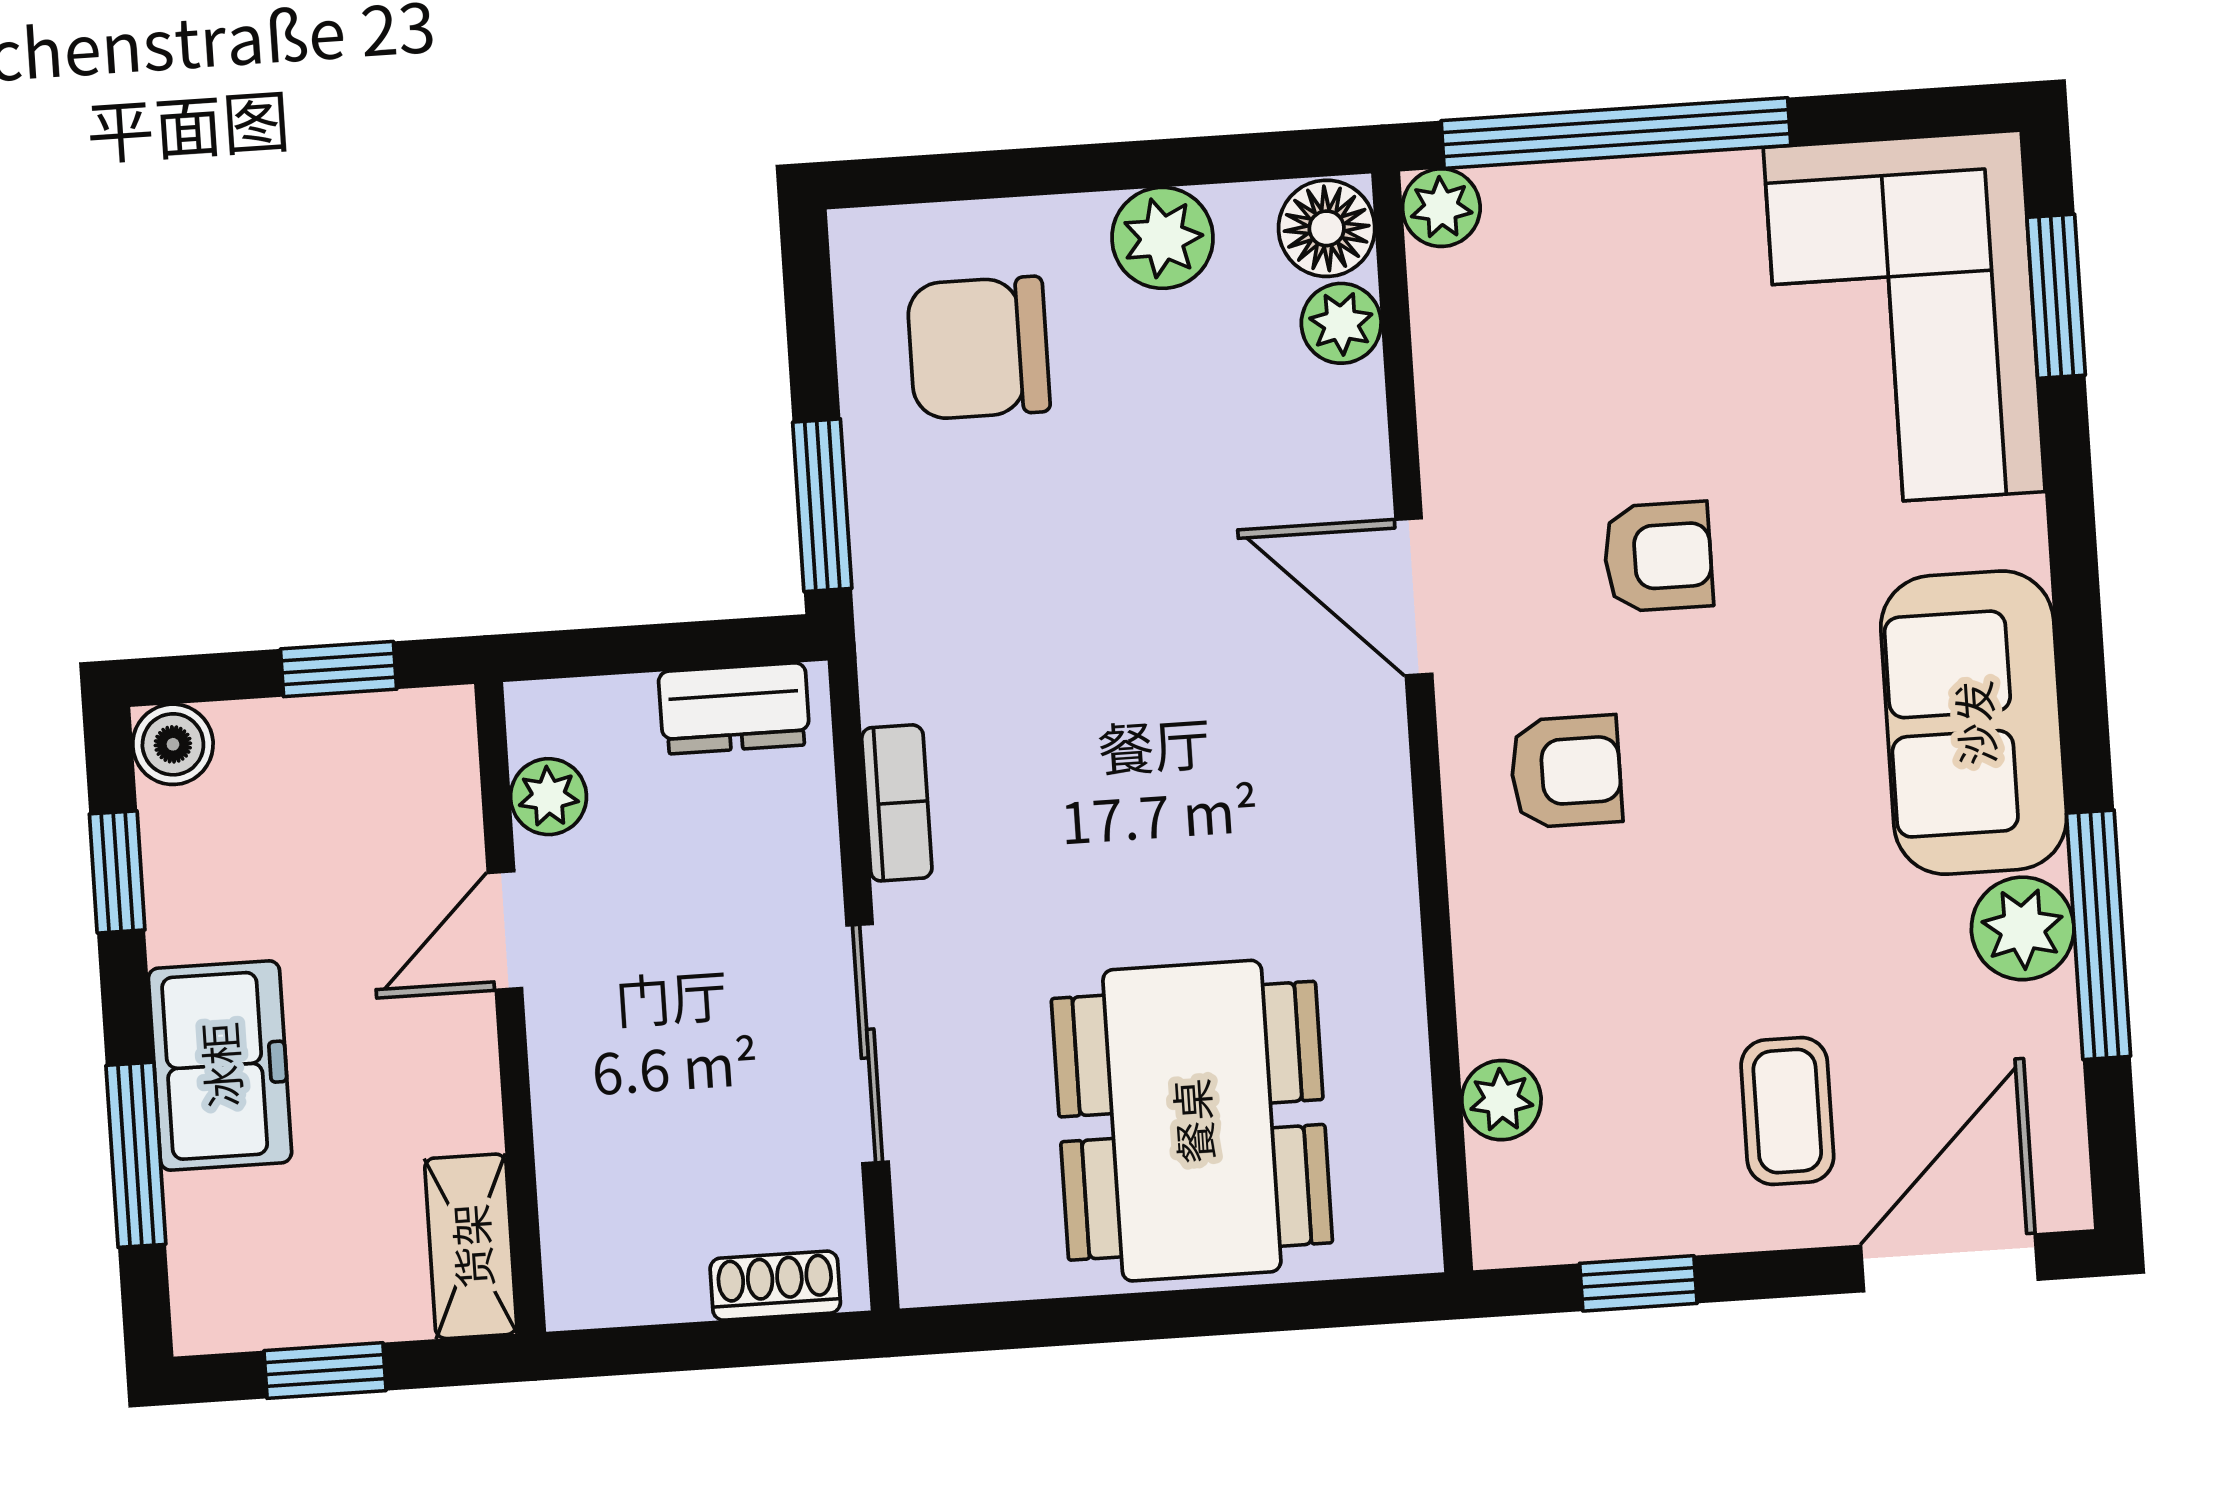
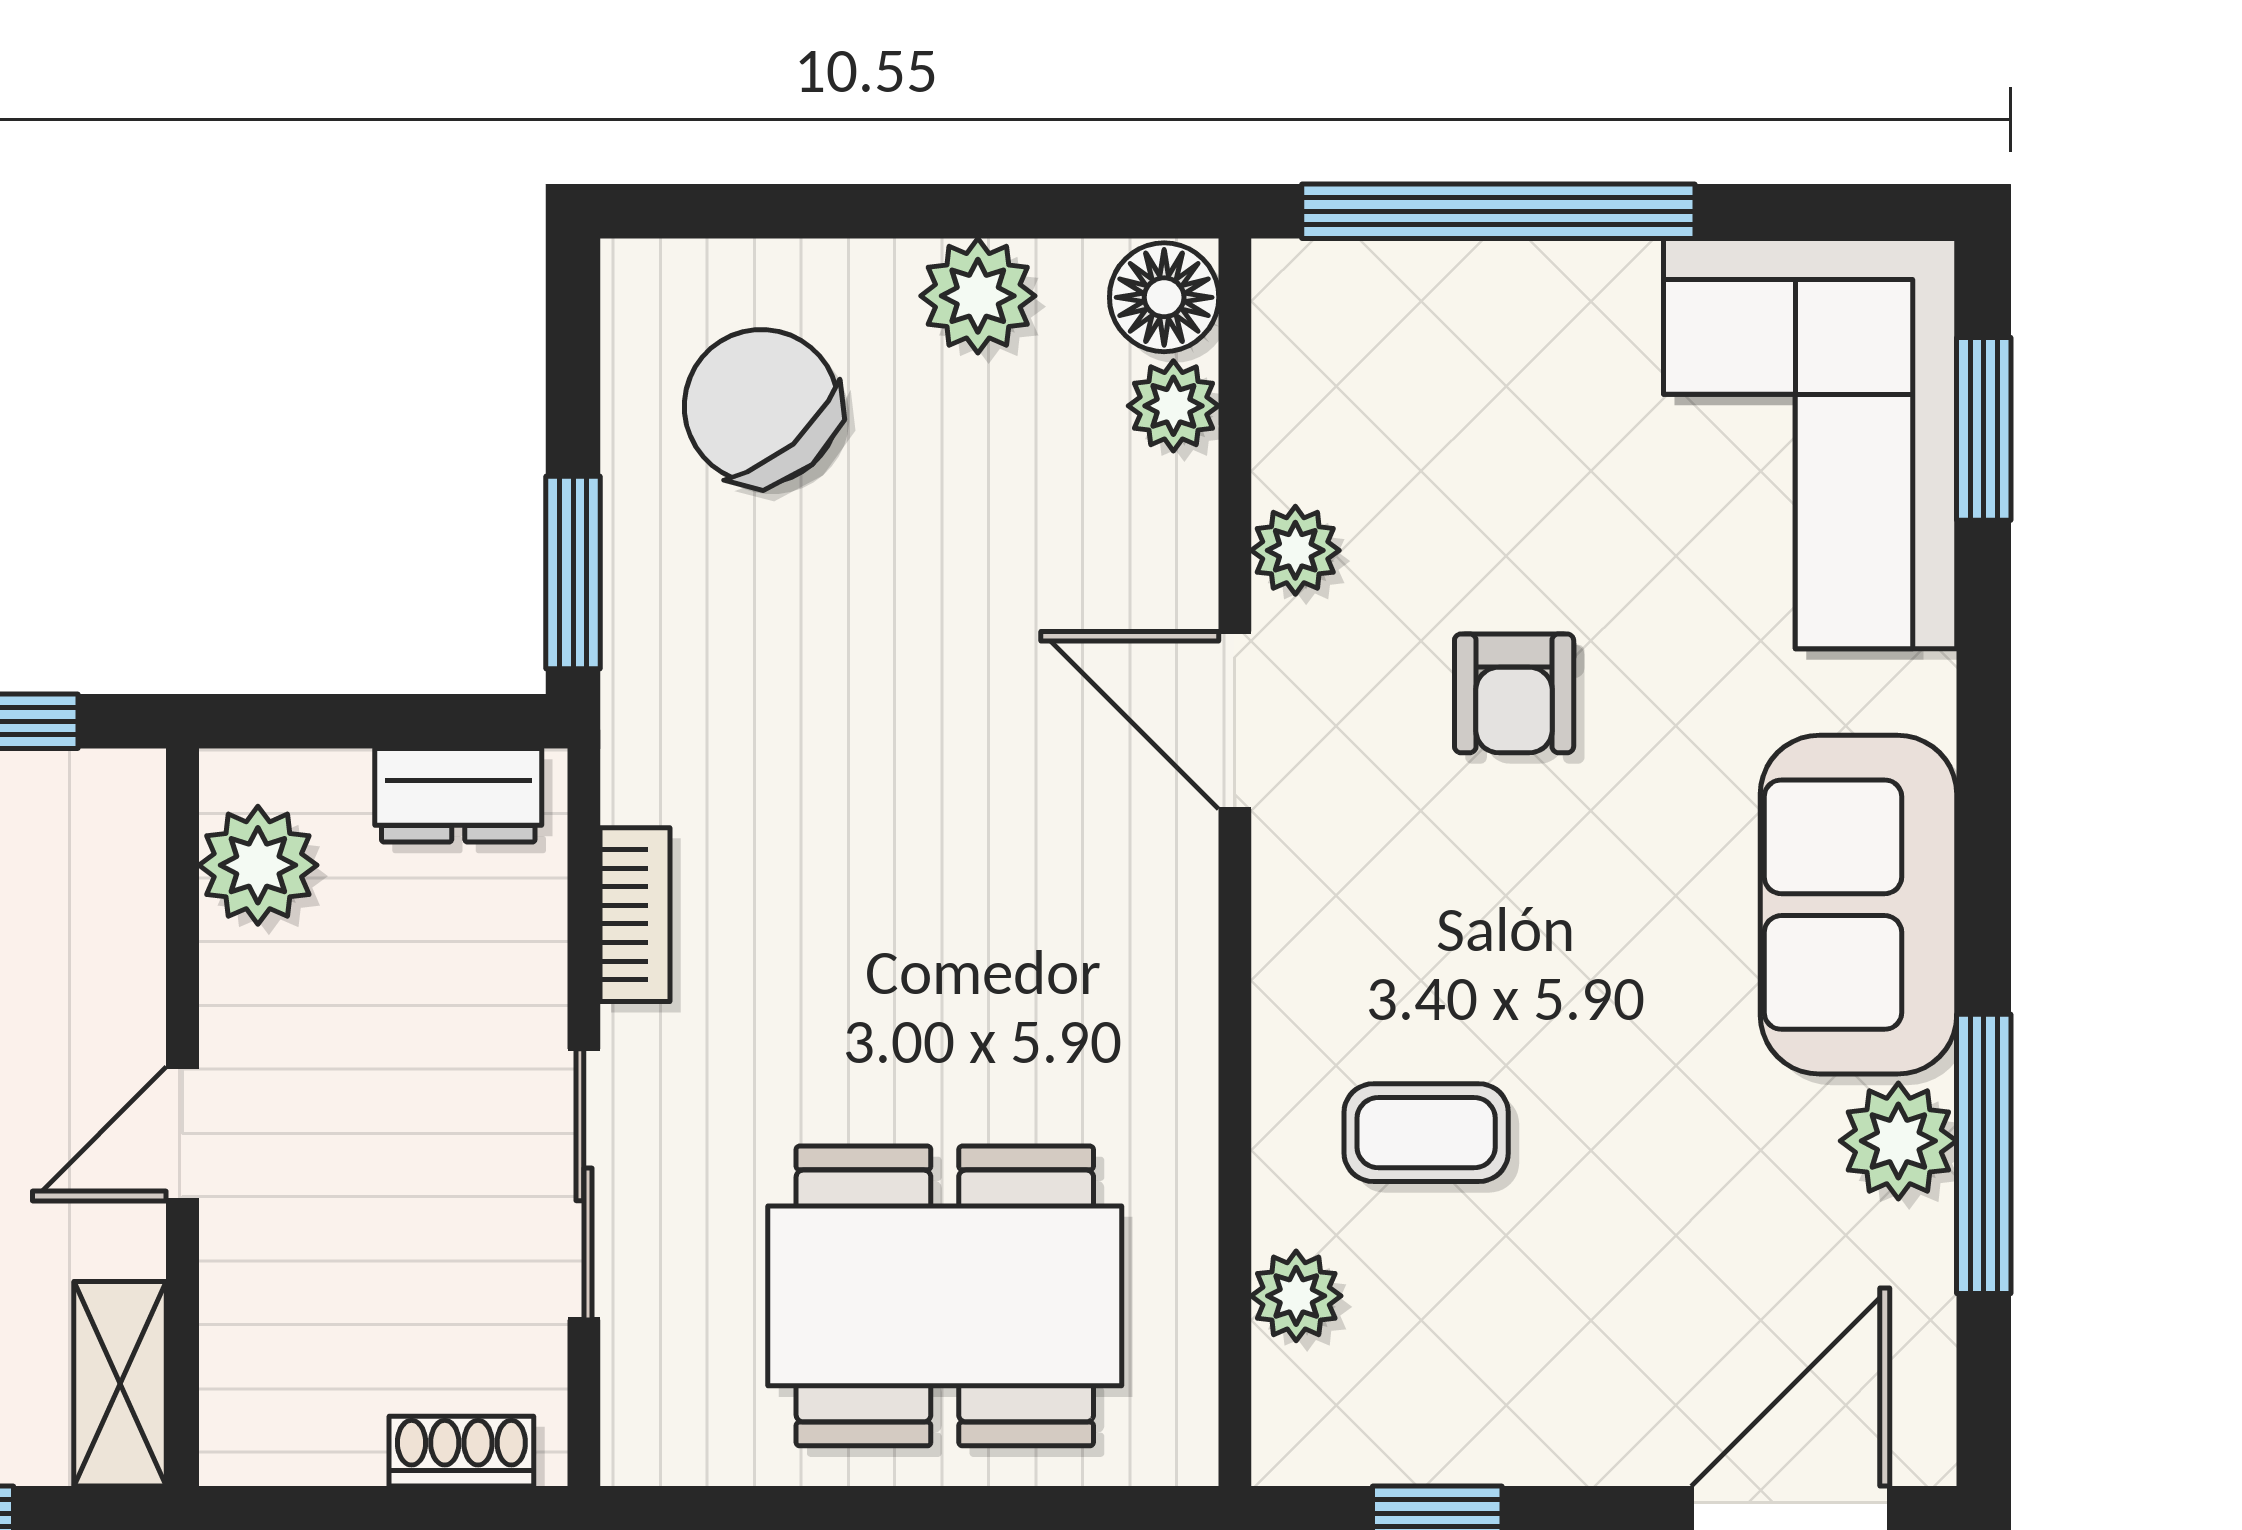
plant: (1441, 208) -> (1295, 550), moved
chair: (978, 348) -> (761, 406), turned 49
armchair: (1658, 557) -> (1514, 693), turned 90
armchair: (1566, 771) -> (1394, 929), removed
plant: (549, 797) -> (258, 865), width x1.38, depth x1.38
door: (505, 930) -> (182, 1134), moved
coffee table: (1787, 1111) -> (1426, 1133), moved, turned 90
dining table: (1192, 1121) -> (945, 1296), turned 90

